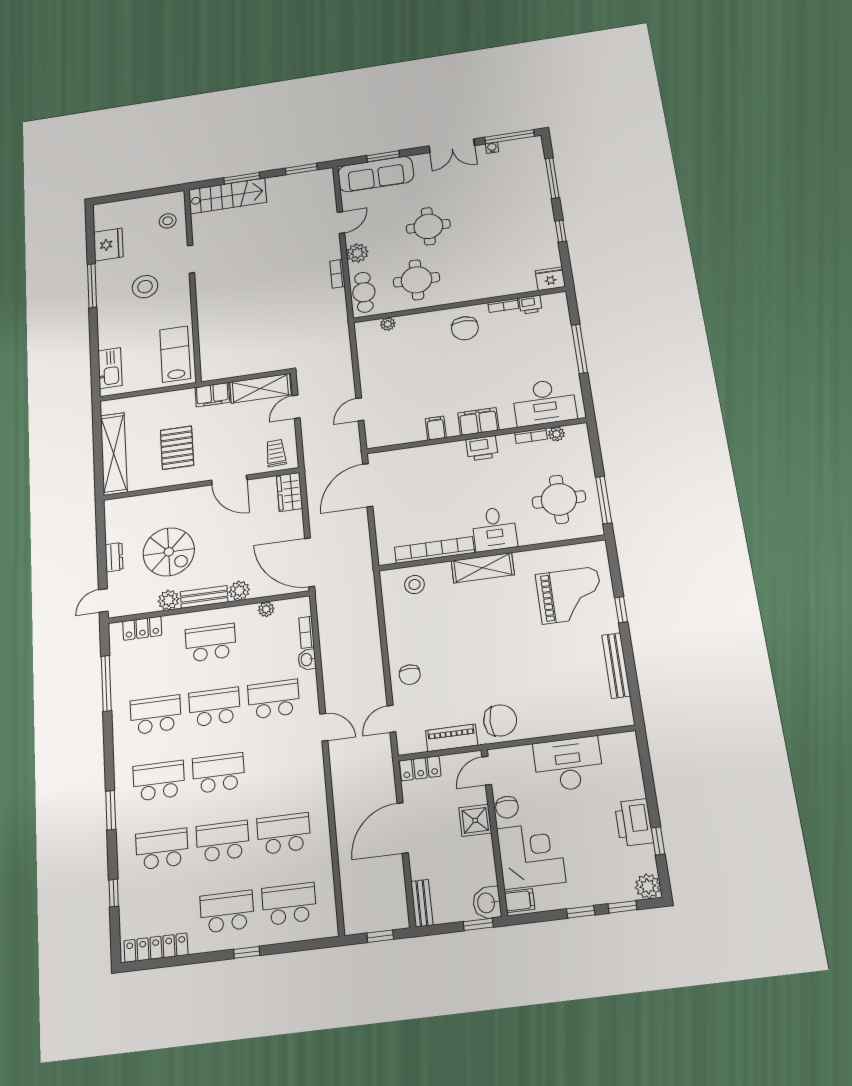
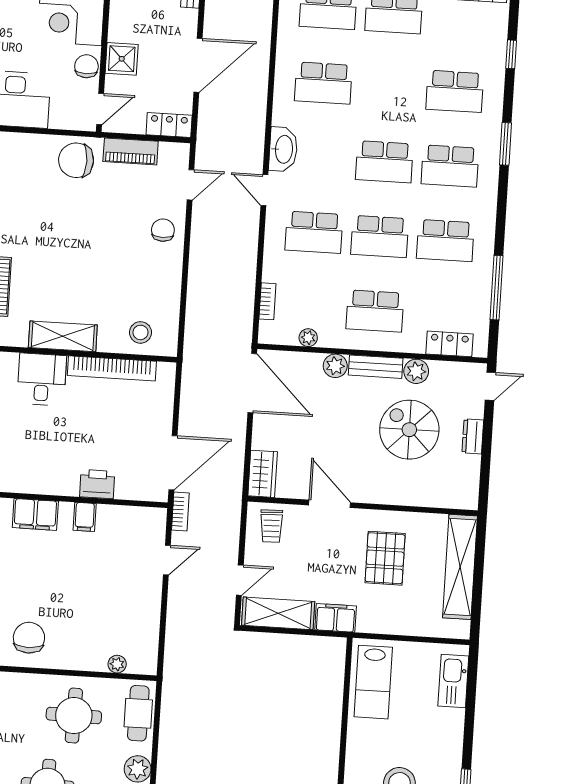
bookcase: (337, 274) -> (180, 512), moved
printer: (482, 448) -> (97, 484), moved
washbasin: (307, 660) -> (283, 149), moved, width x1.91, depth x1.45
school desk: (223, 841) -> (389, 87), removed

